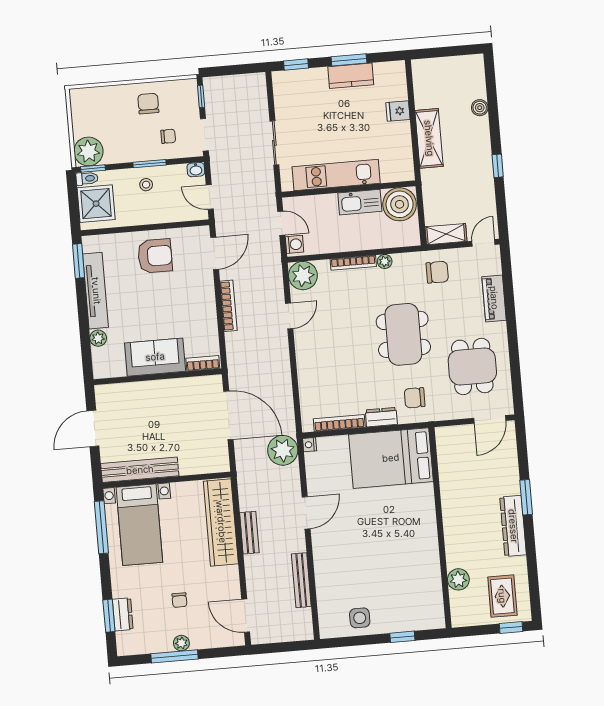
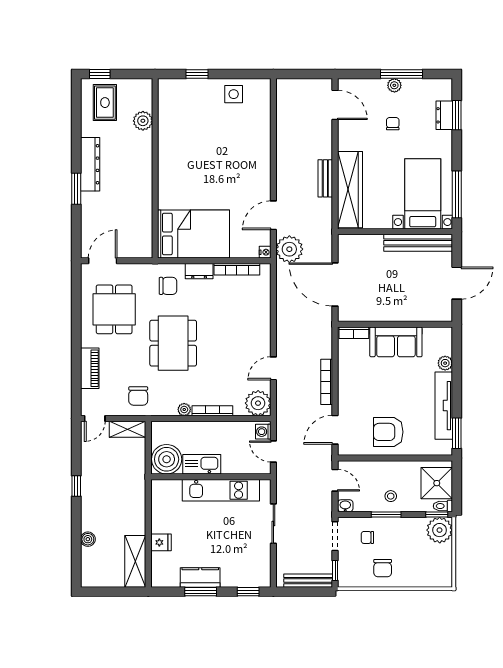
shelving: (429, 138) -> (135, 561), moved
chair: (437, 272) -> (138, 396), turned -90
door: (306, 513) -> (273, 215), moved
bench: (301, 580) -> (308, 581), moved, turned 90

